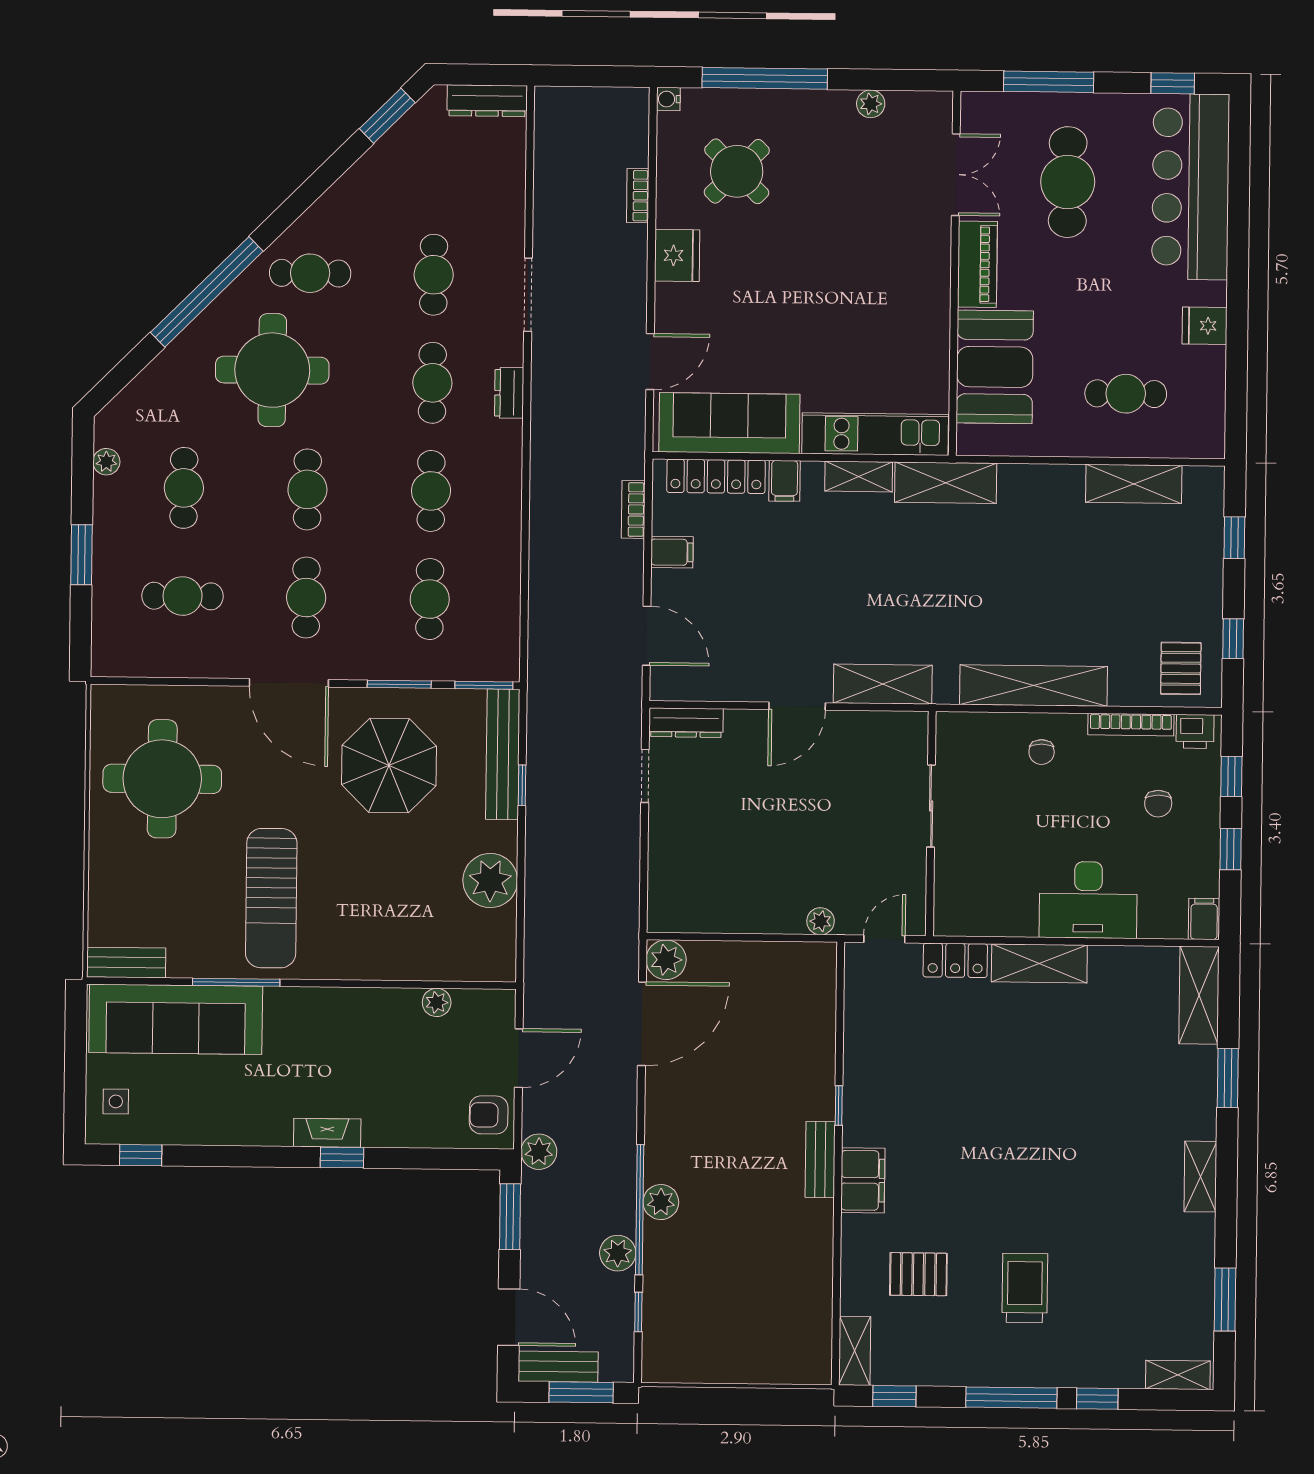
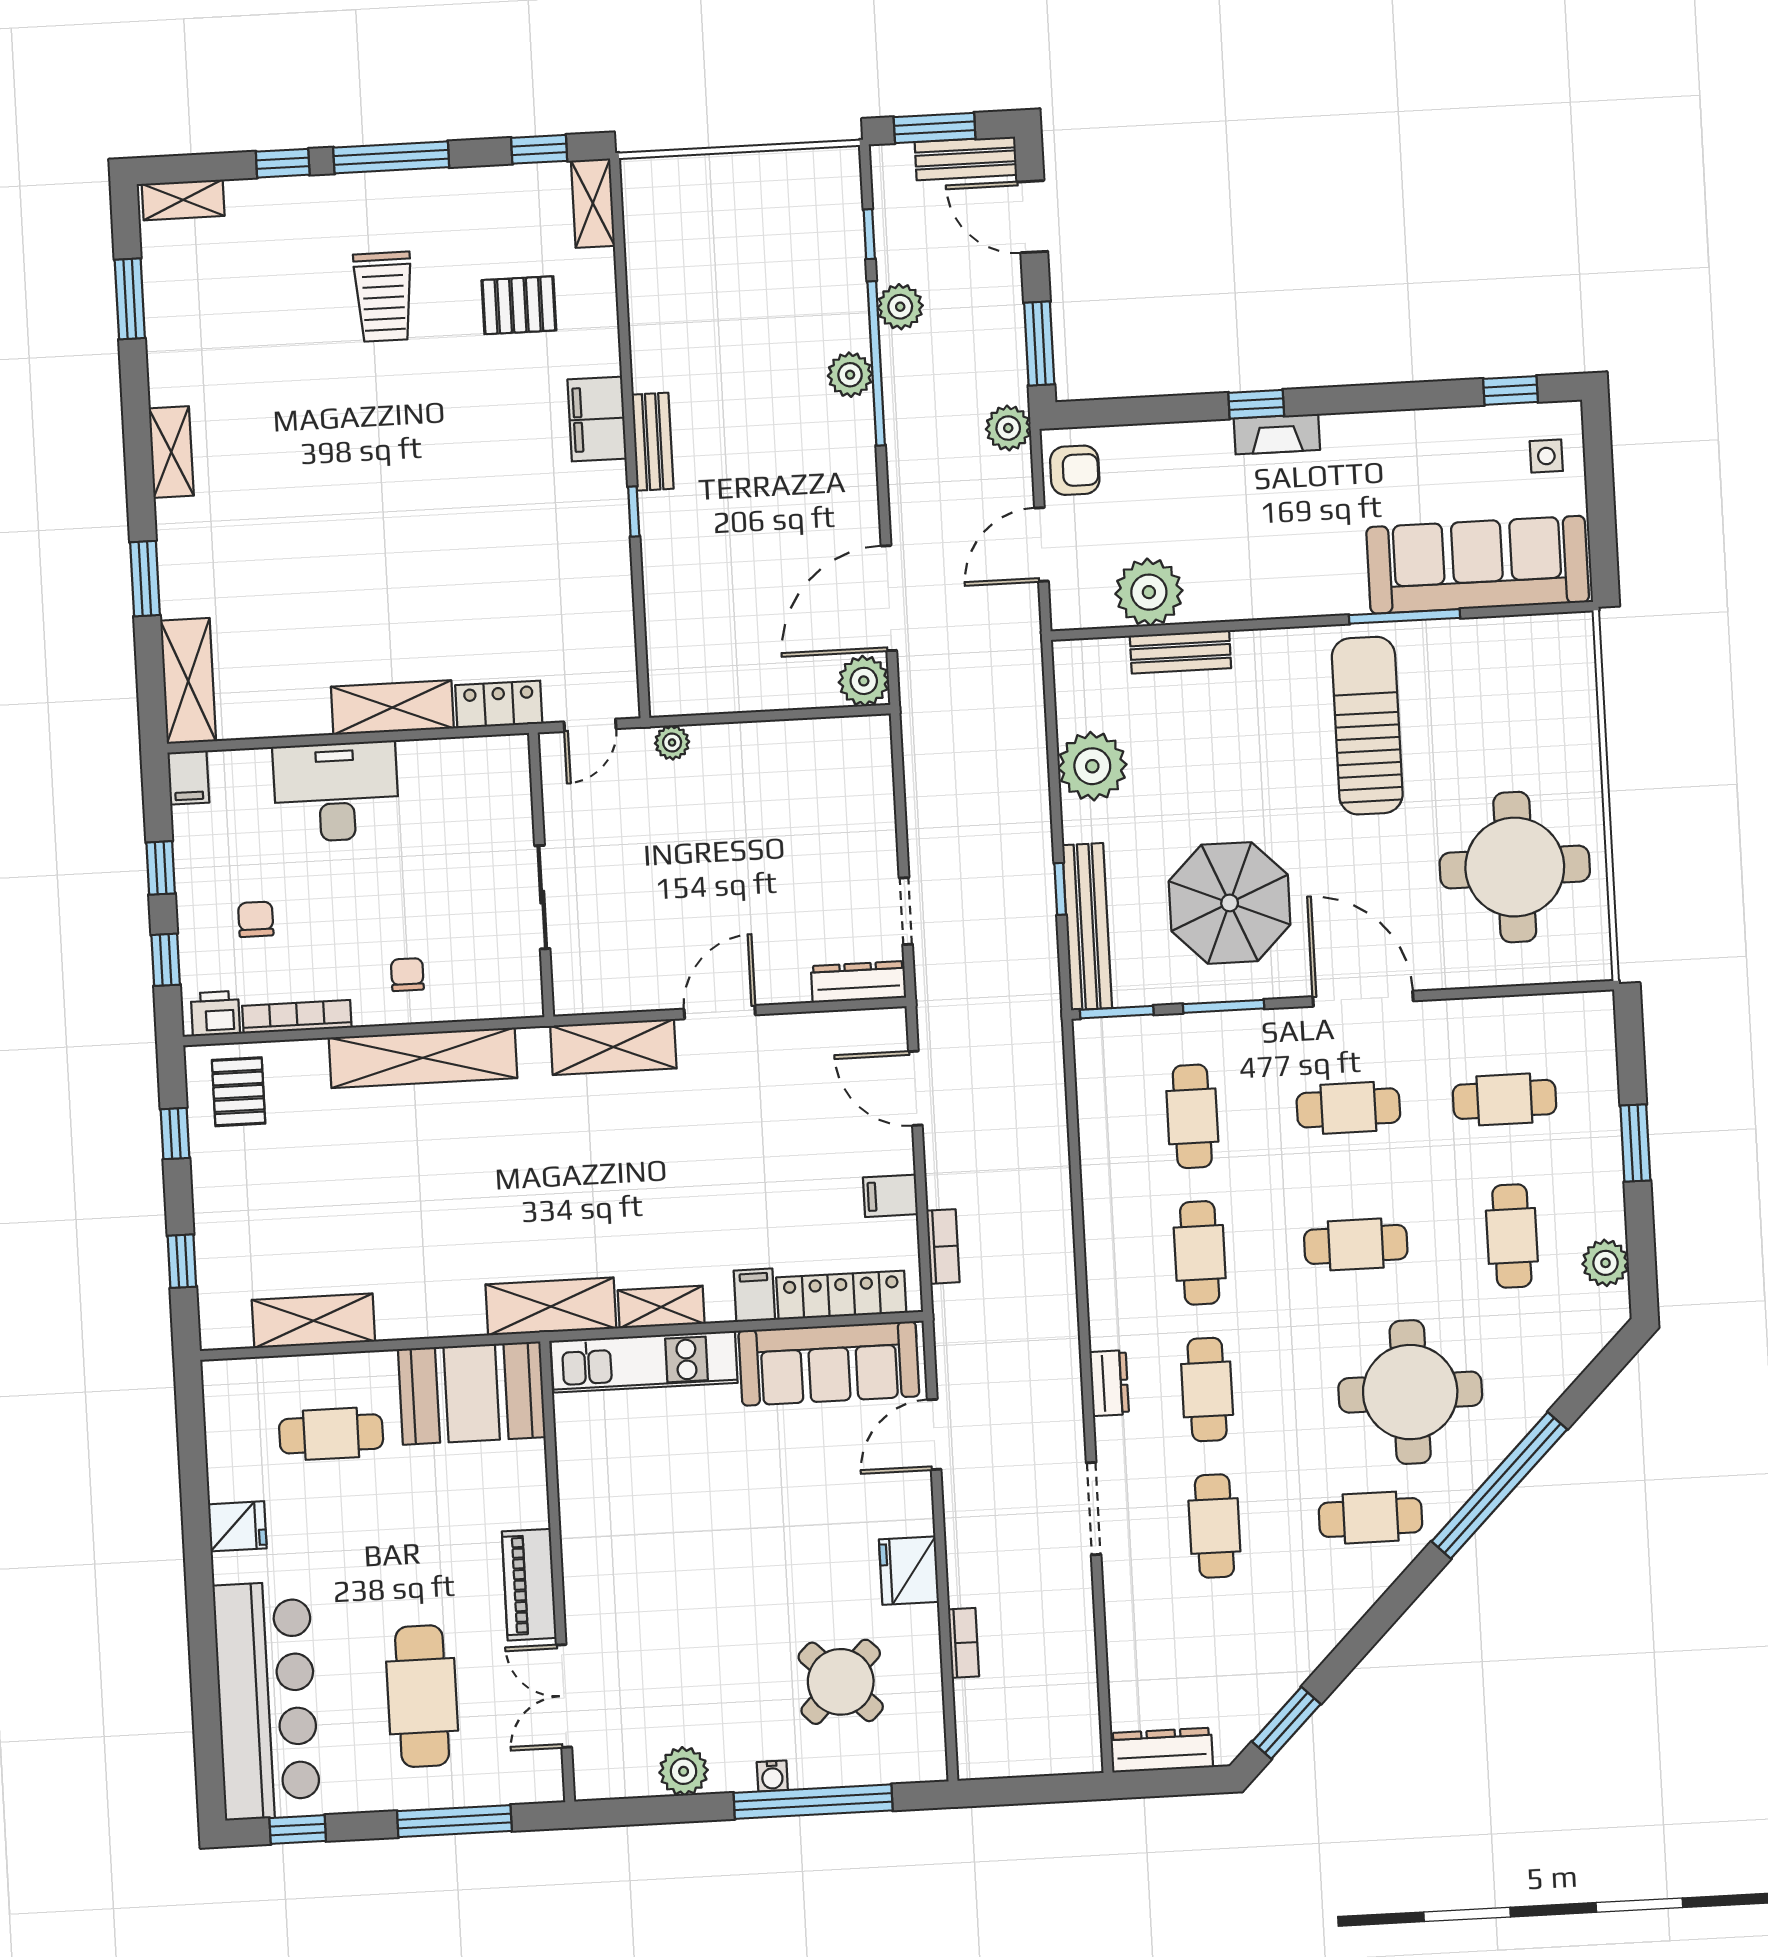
water cooler: (668, 99) -> (772, 1776), moved, turned 90
plant: (871, 104) -> (684, 1771), width x1.38, depth x1.38
booth: (995, 367) -> (472, 1393), moved, turned 90
plant: (106, 462) -> (1606, 1263), width x1.38, depth x1.38
cafe table: (307, 489) -> (1356, 1244), turned 90
cafe table: (306, 598) -> (1348, 1108), turned 90
bench: (126, 963) -> (1180, 652), moved
plant: (437, 1002) -> (1149, 592), width x1.87, depth x1.87

